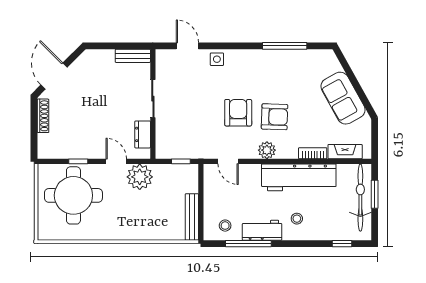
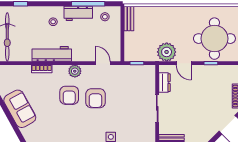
armchair: (275, 117) -> (69, 95), turned -92
fireplace: (345, 152) -> (18, 70), removed
workbench: (299, 177) -> (52, 54), width x0.73, depth x0.76
bench: (192, 217) -> (129, 18), width x0.73

